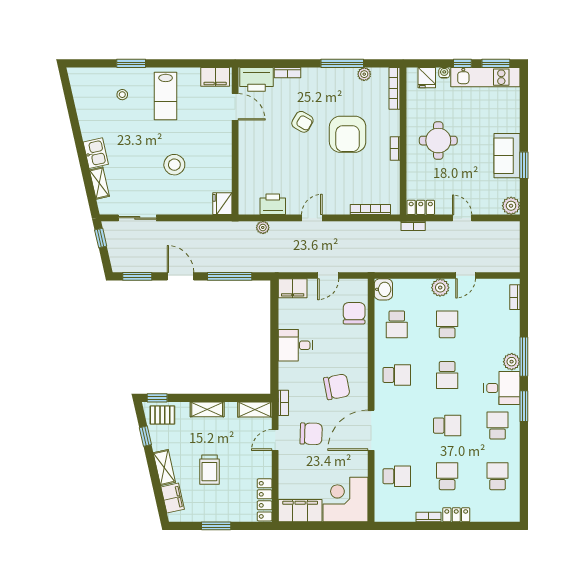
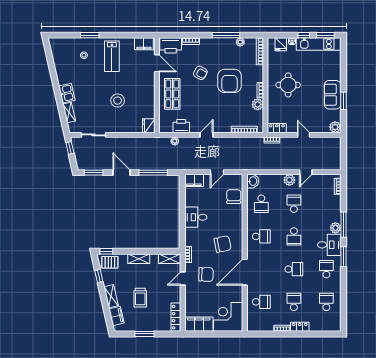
shop shelf: (259, 154) -> (172, 94), added
plant: (391, 171) -> (258, 104), added

